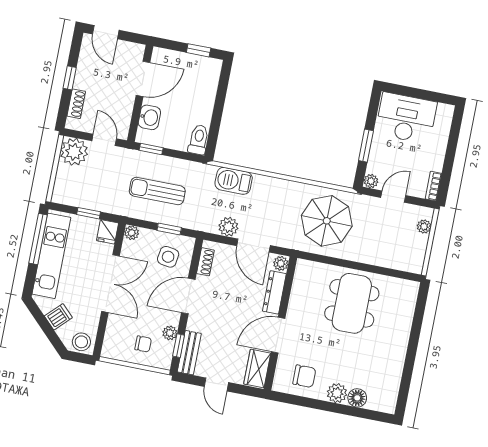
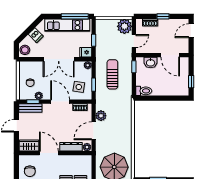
barbecue: (234, 181) -> (126, 114), removed

